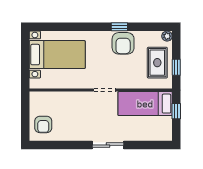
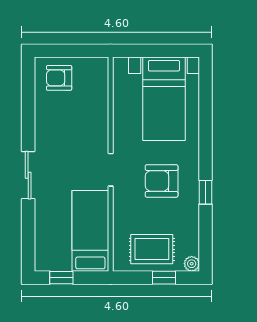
armchair: (123, 43) -> (162, 181), moved
window: (176, 67) -> (164, 278), moved
window: (176, 111) -> (61, 278), moved

